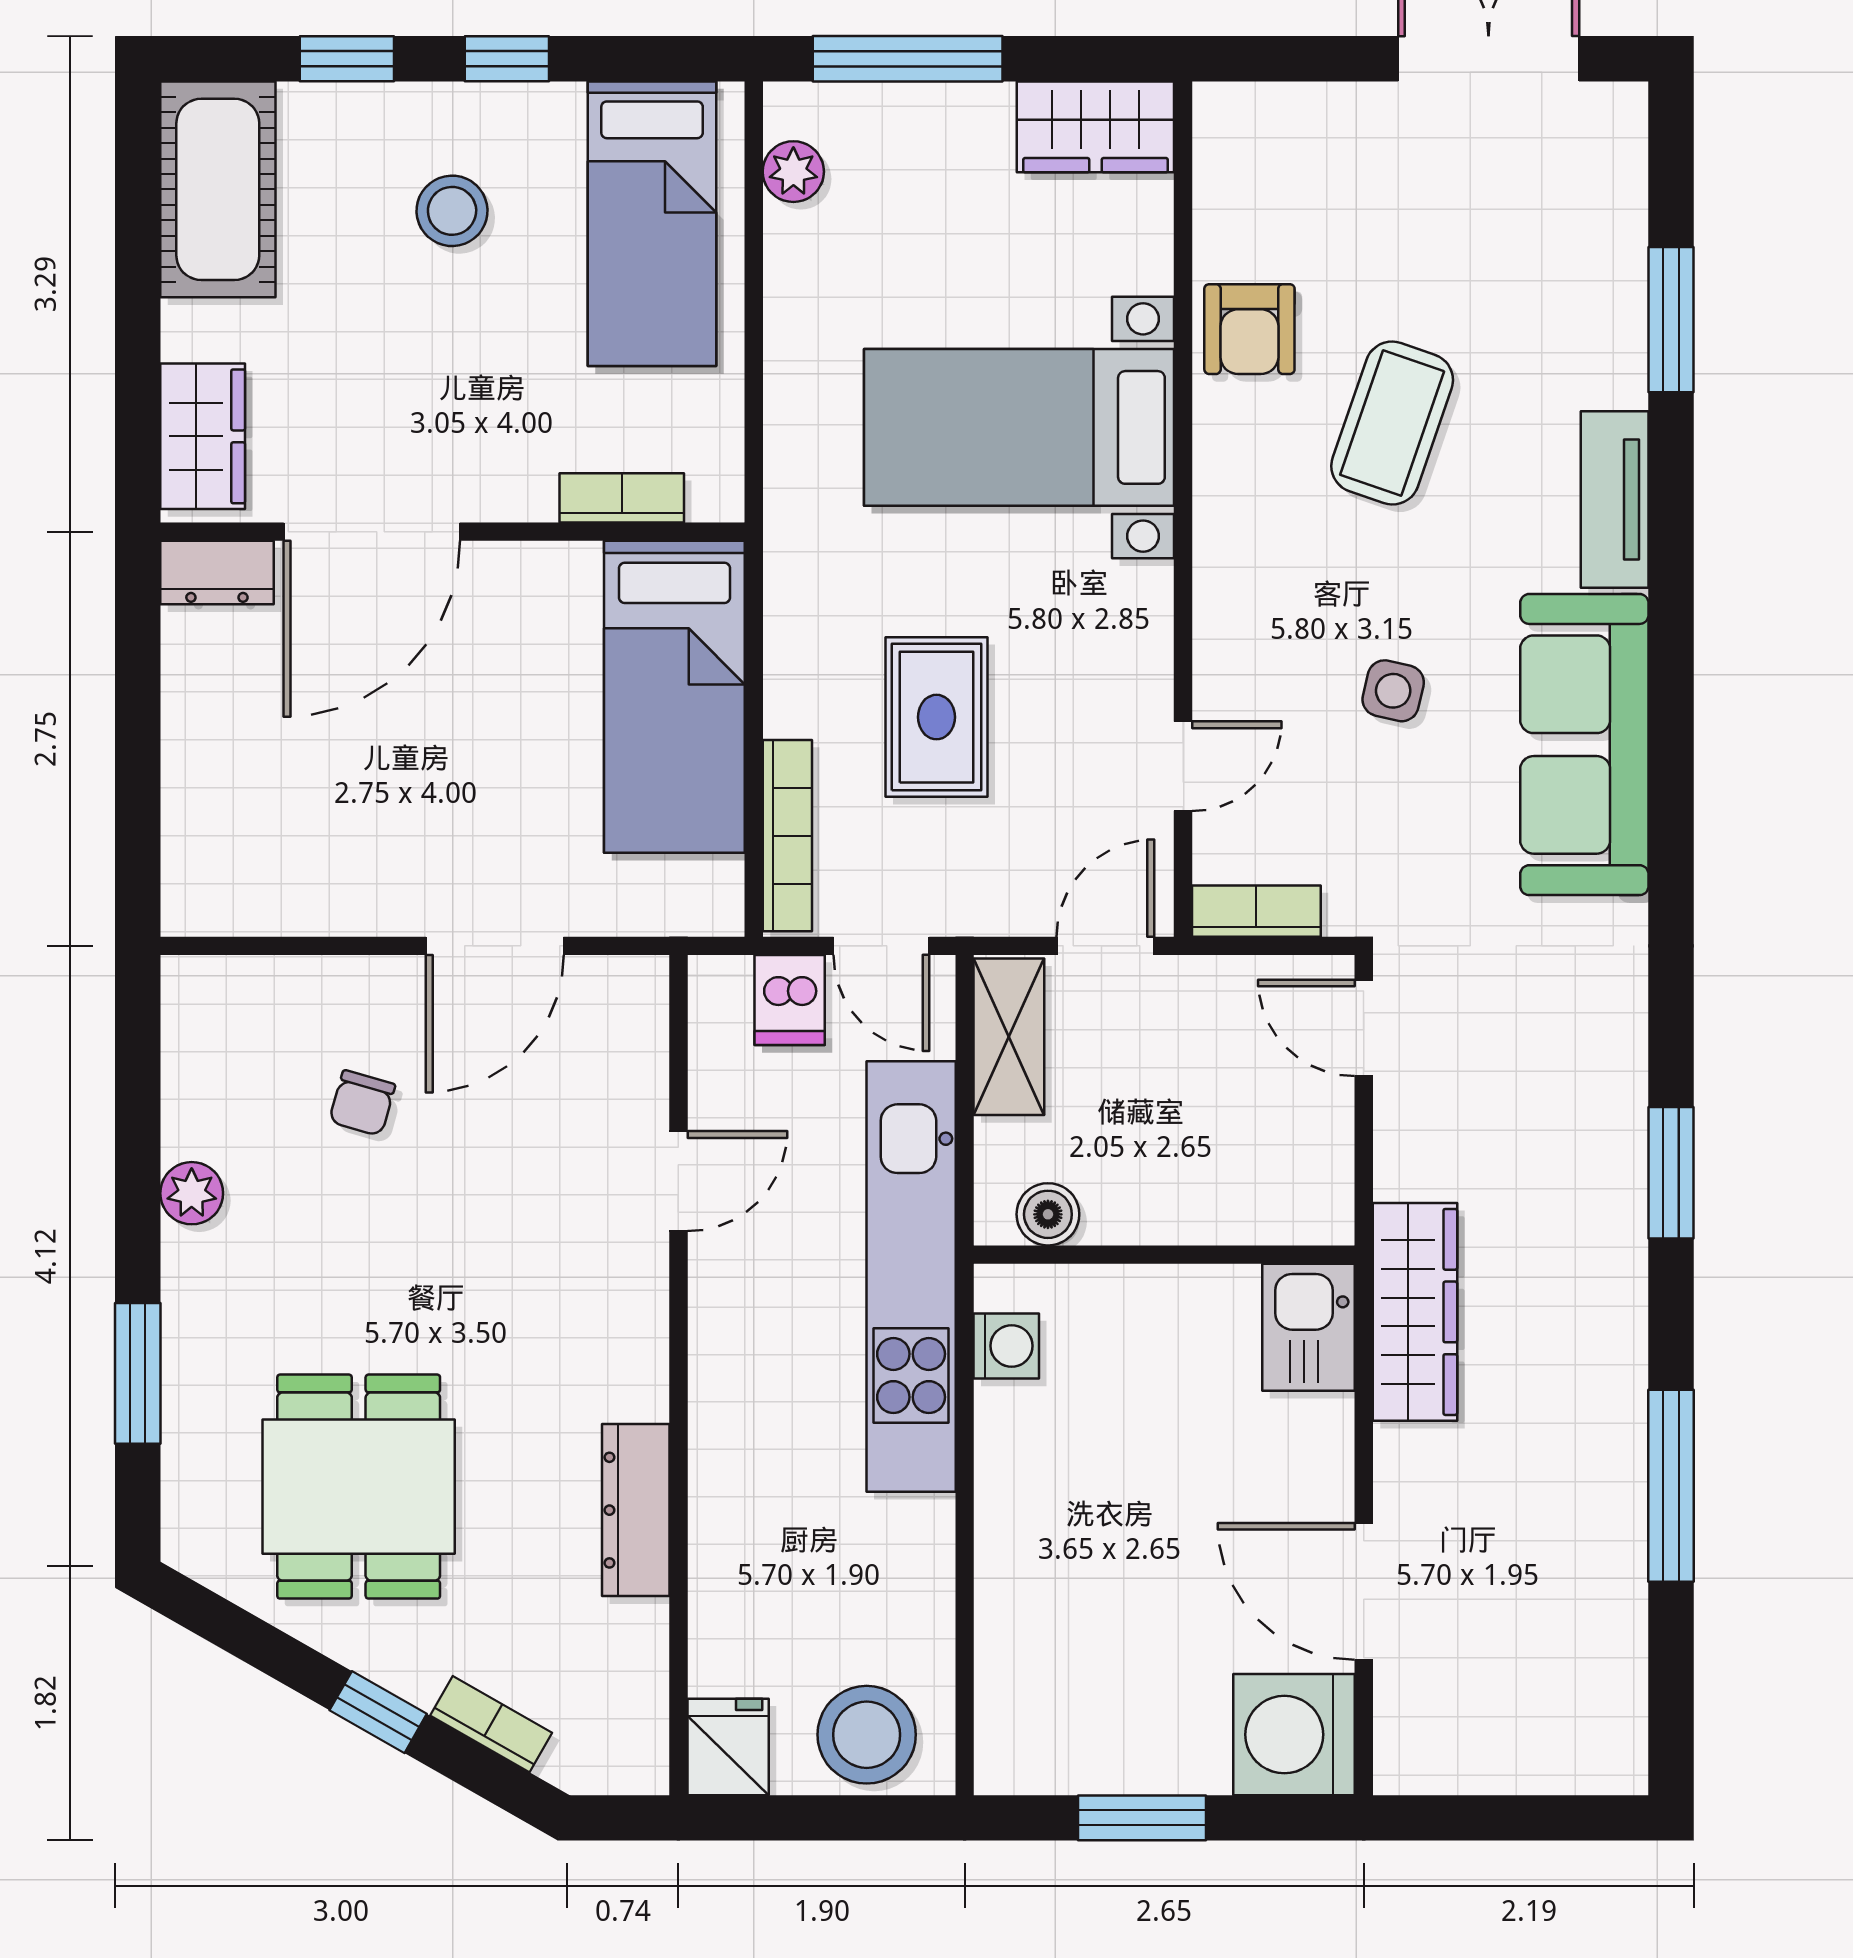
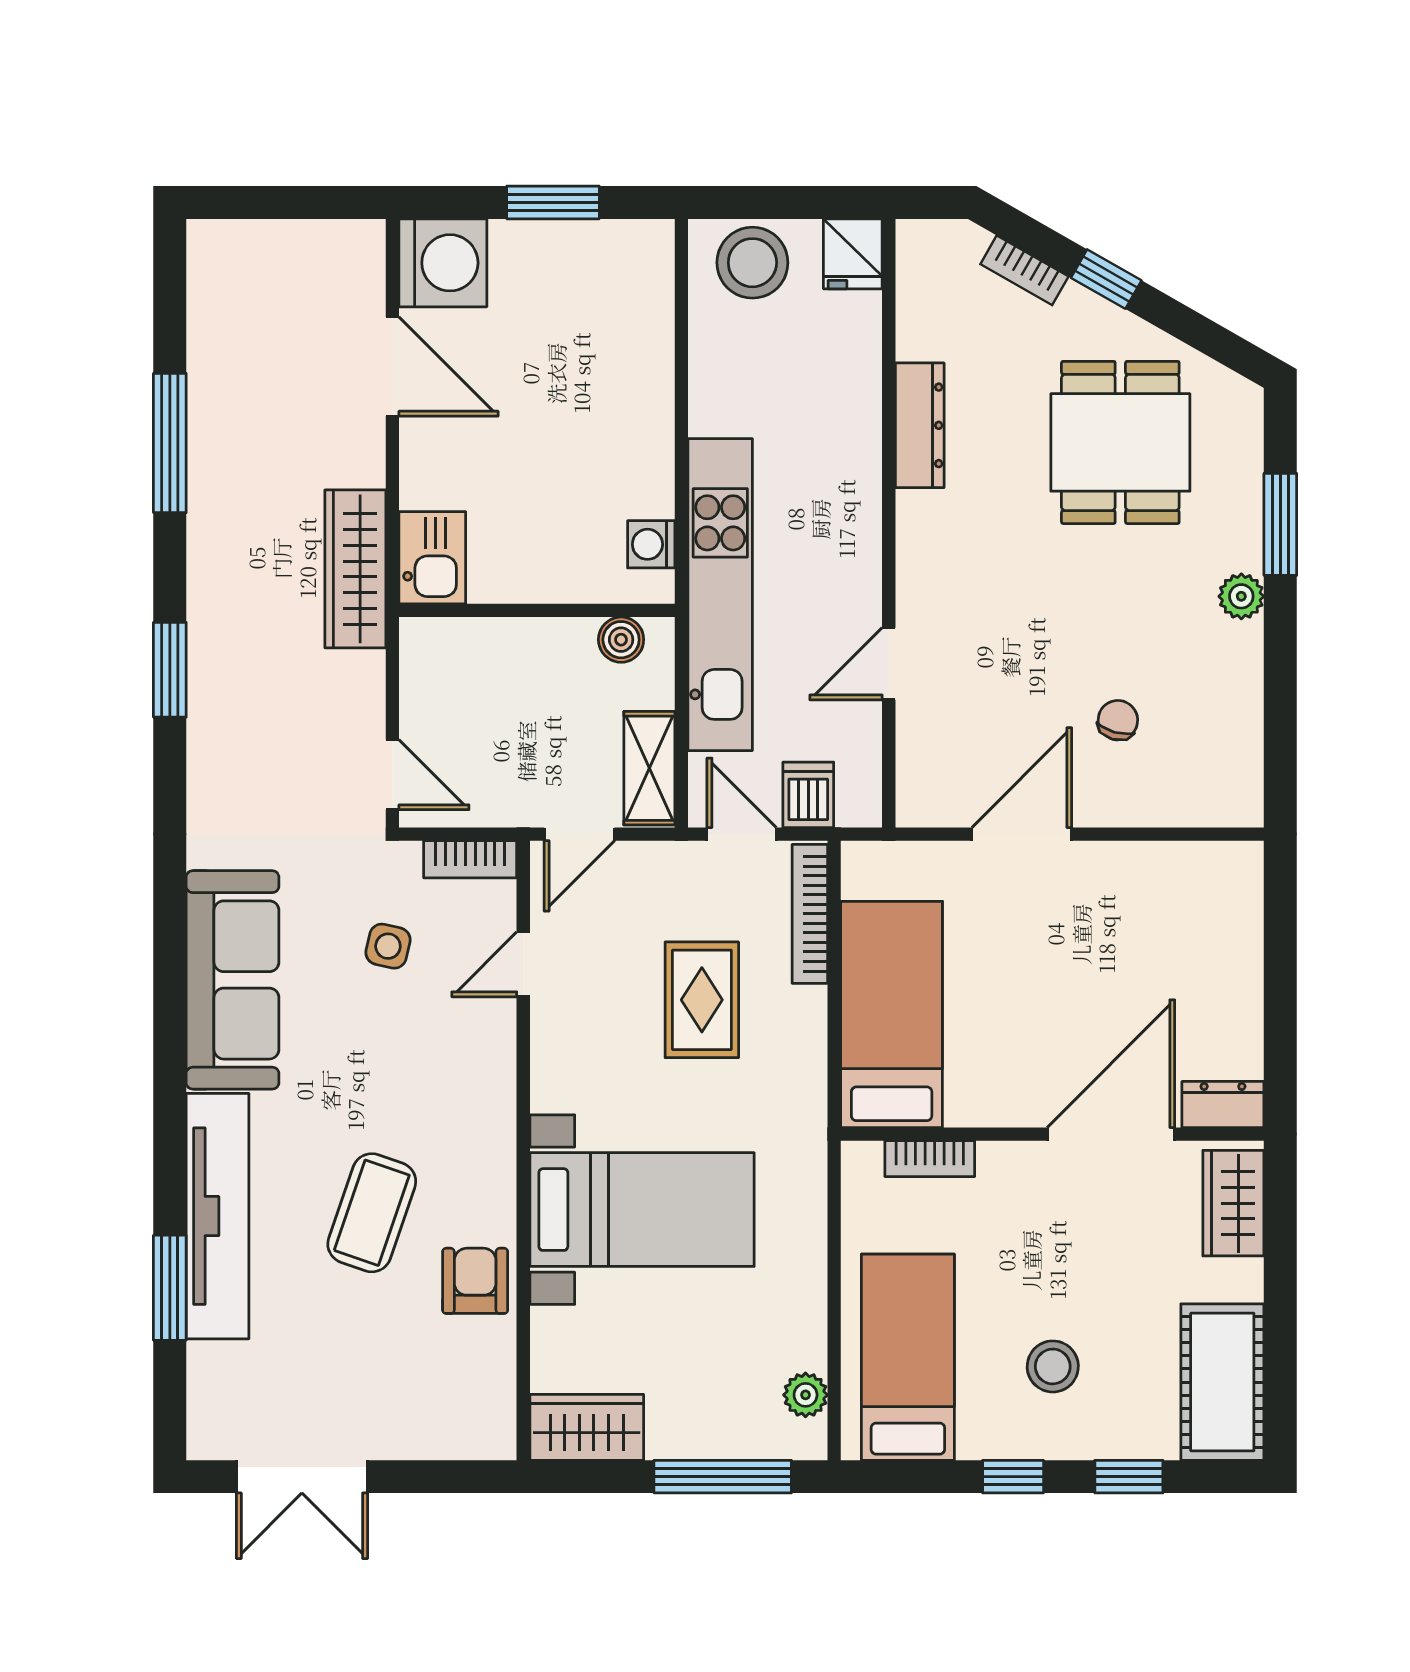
tv unit: (1615, 500) -> (218, 1216), width x1.92, depth x1.29
side table: (1393, 691) -> (388, 946), moved
plant: (192, 1193) -> (1241, 596), moved

